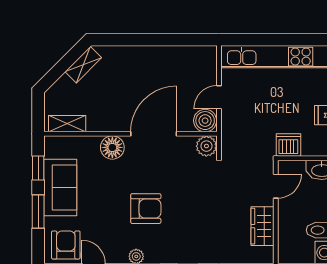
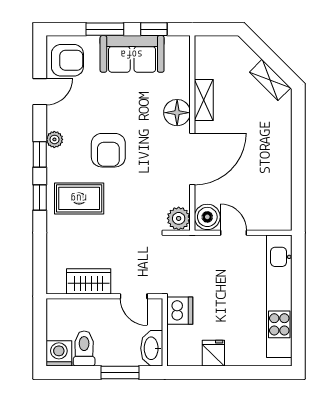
shelving: (67, 124) -> (204, 100), moved
door: (154, 134) -> (192, 159), hinge flipped
rug: (189, 235) -> (79, 198), added

